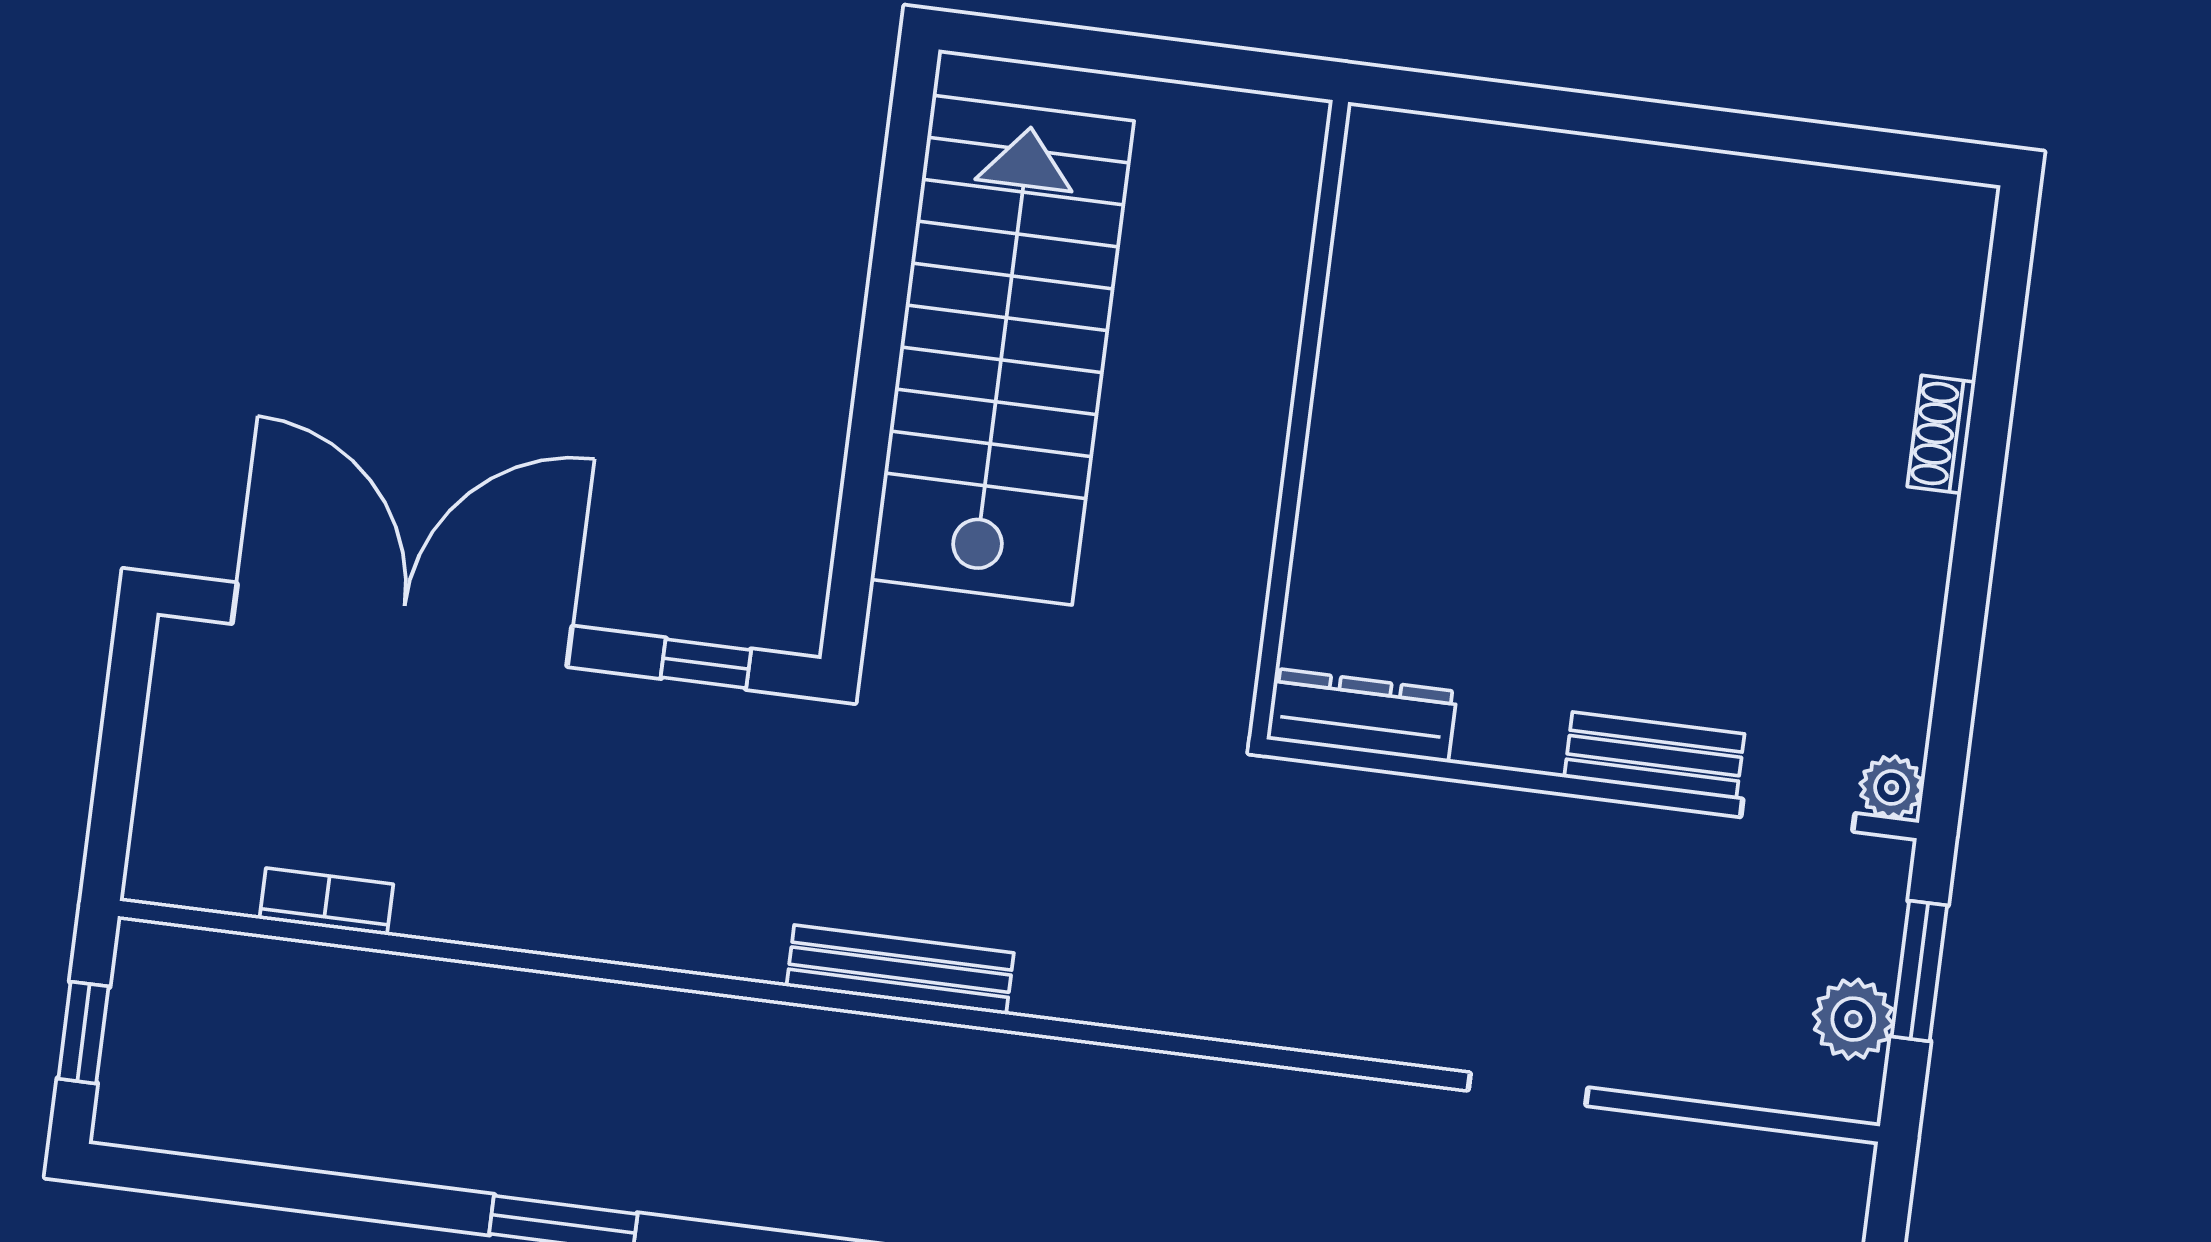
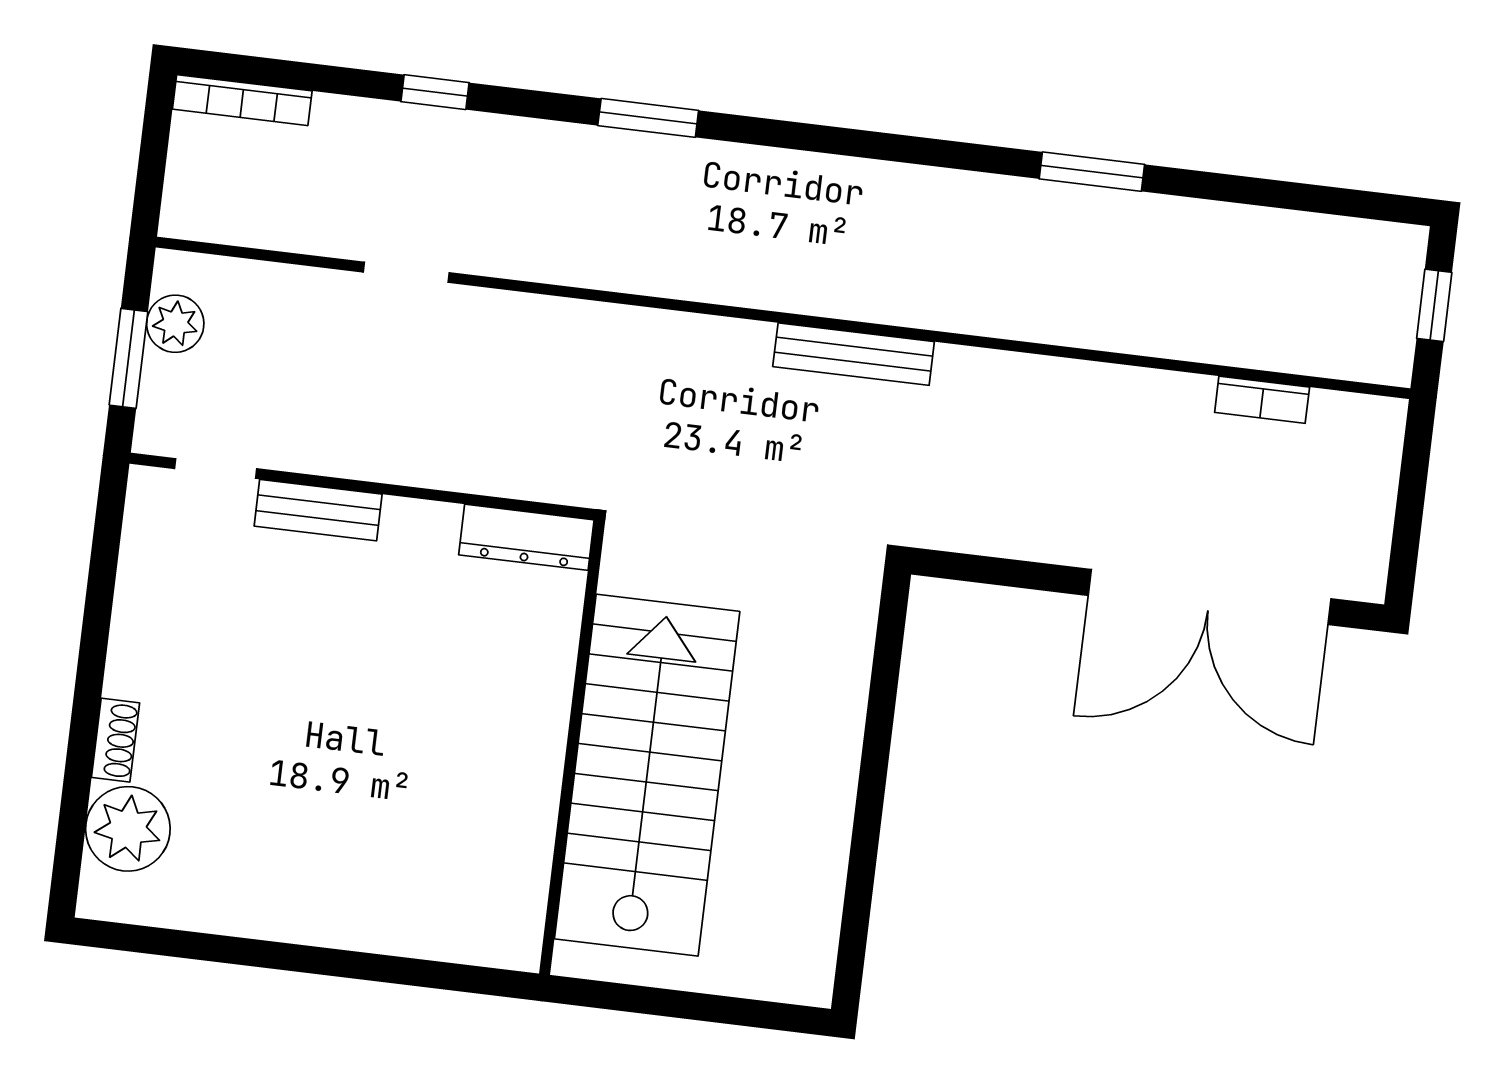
stairs: (1002, 350) -> (647, 775), moved, turned 180
window: (706, 664) -> (993, 571), removed
plant: (1892, 787) -> (128, 829), moved, width x1.87, depth x1.87

